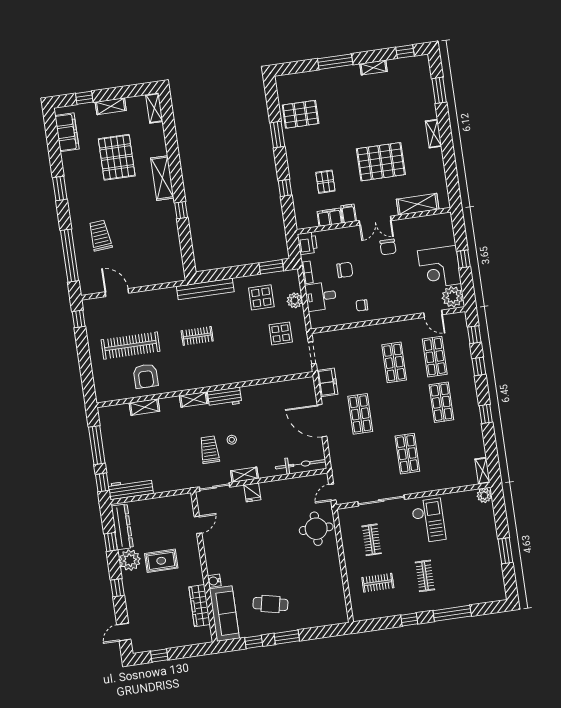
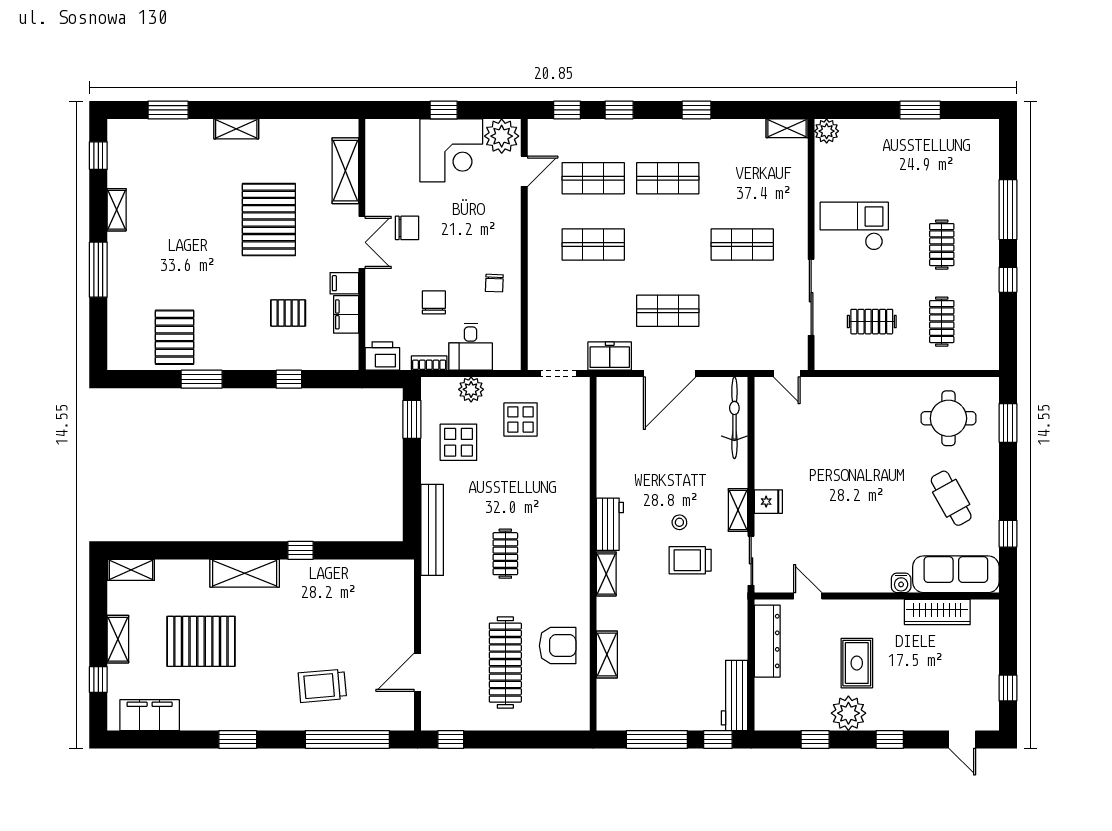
dresser: (122, 527) -> (767, 641), moved, turned 90
round table: (316, 529) -> (948, 418), moved
clothes rail: (425, 576) -> (942, 245), turned 90
cafe table: (270, 604) -> (951, 498), turned -41
window: (287, 637) -> (1008, 423), moved

